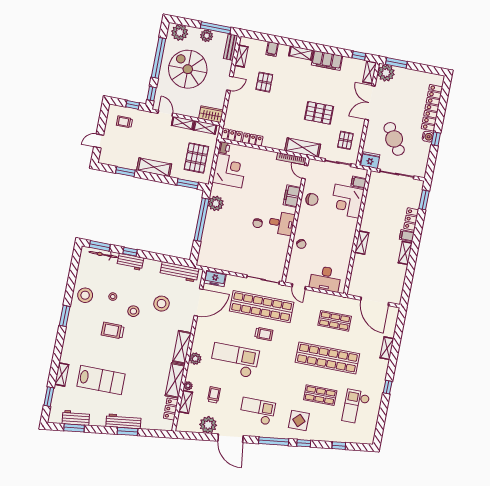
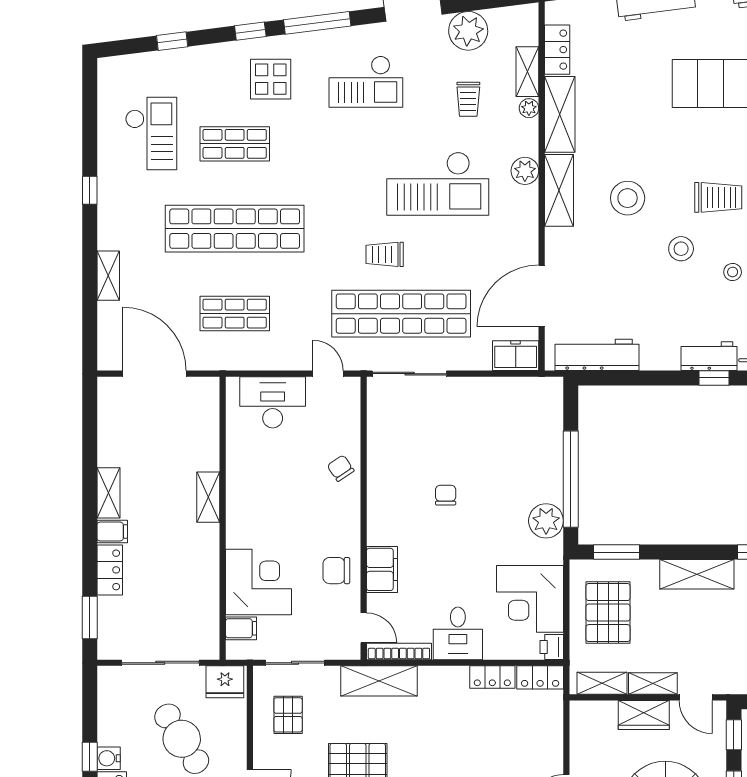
wardrobe: (211, 114) -> (644, 715), moved
desk: (282, 223) -> (458, 633), moved, turned -90
stool: (162, 304) -> (628, 198), moved

